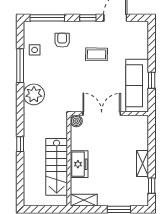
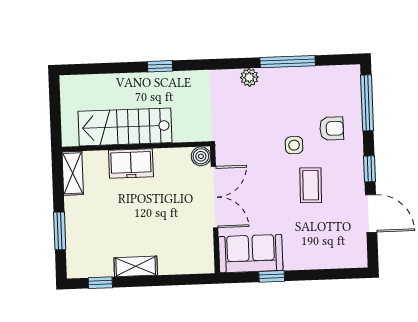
side table: (35, 50) -> (294, 145), moved
sofa: (137, 86) -> (251, 254), width x0.73
plant: (34, 94) -> (249, 77), width x0.53, depth x0.53

